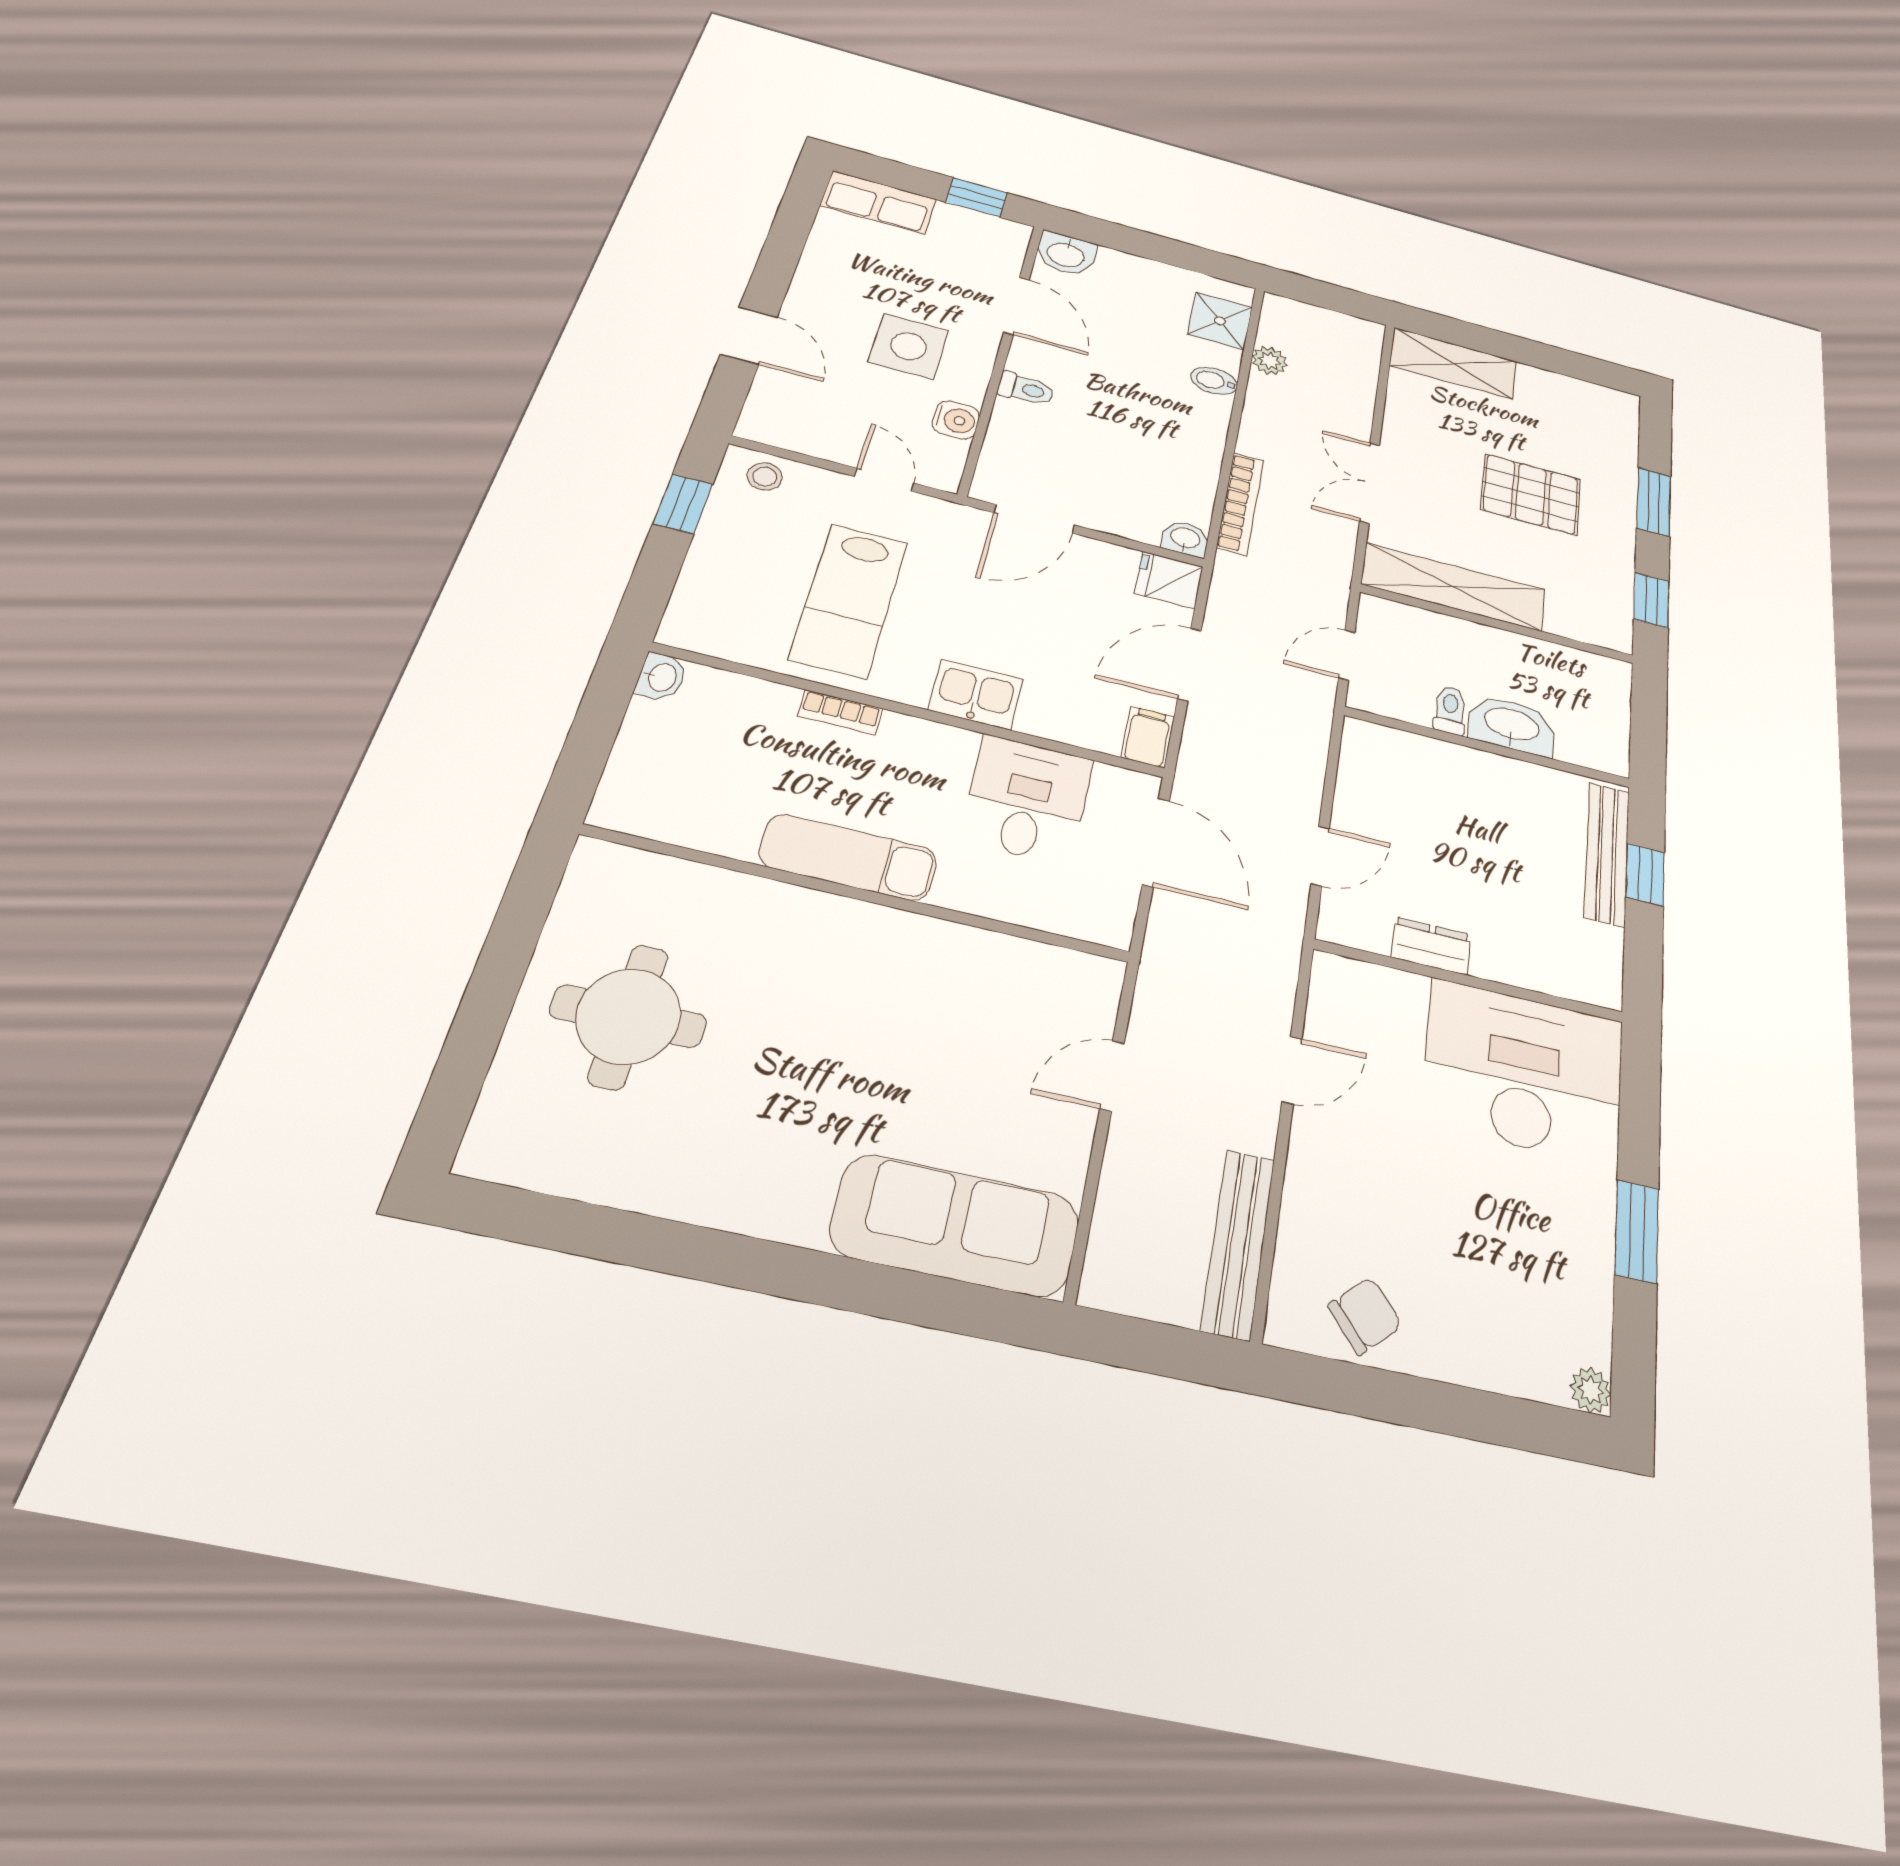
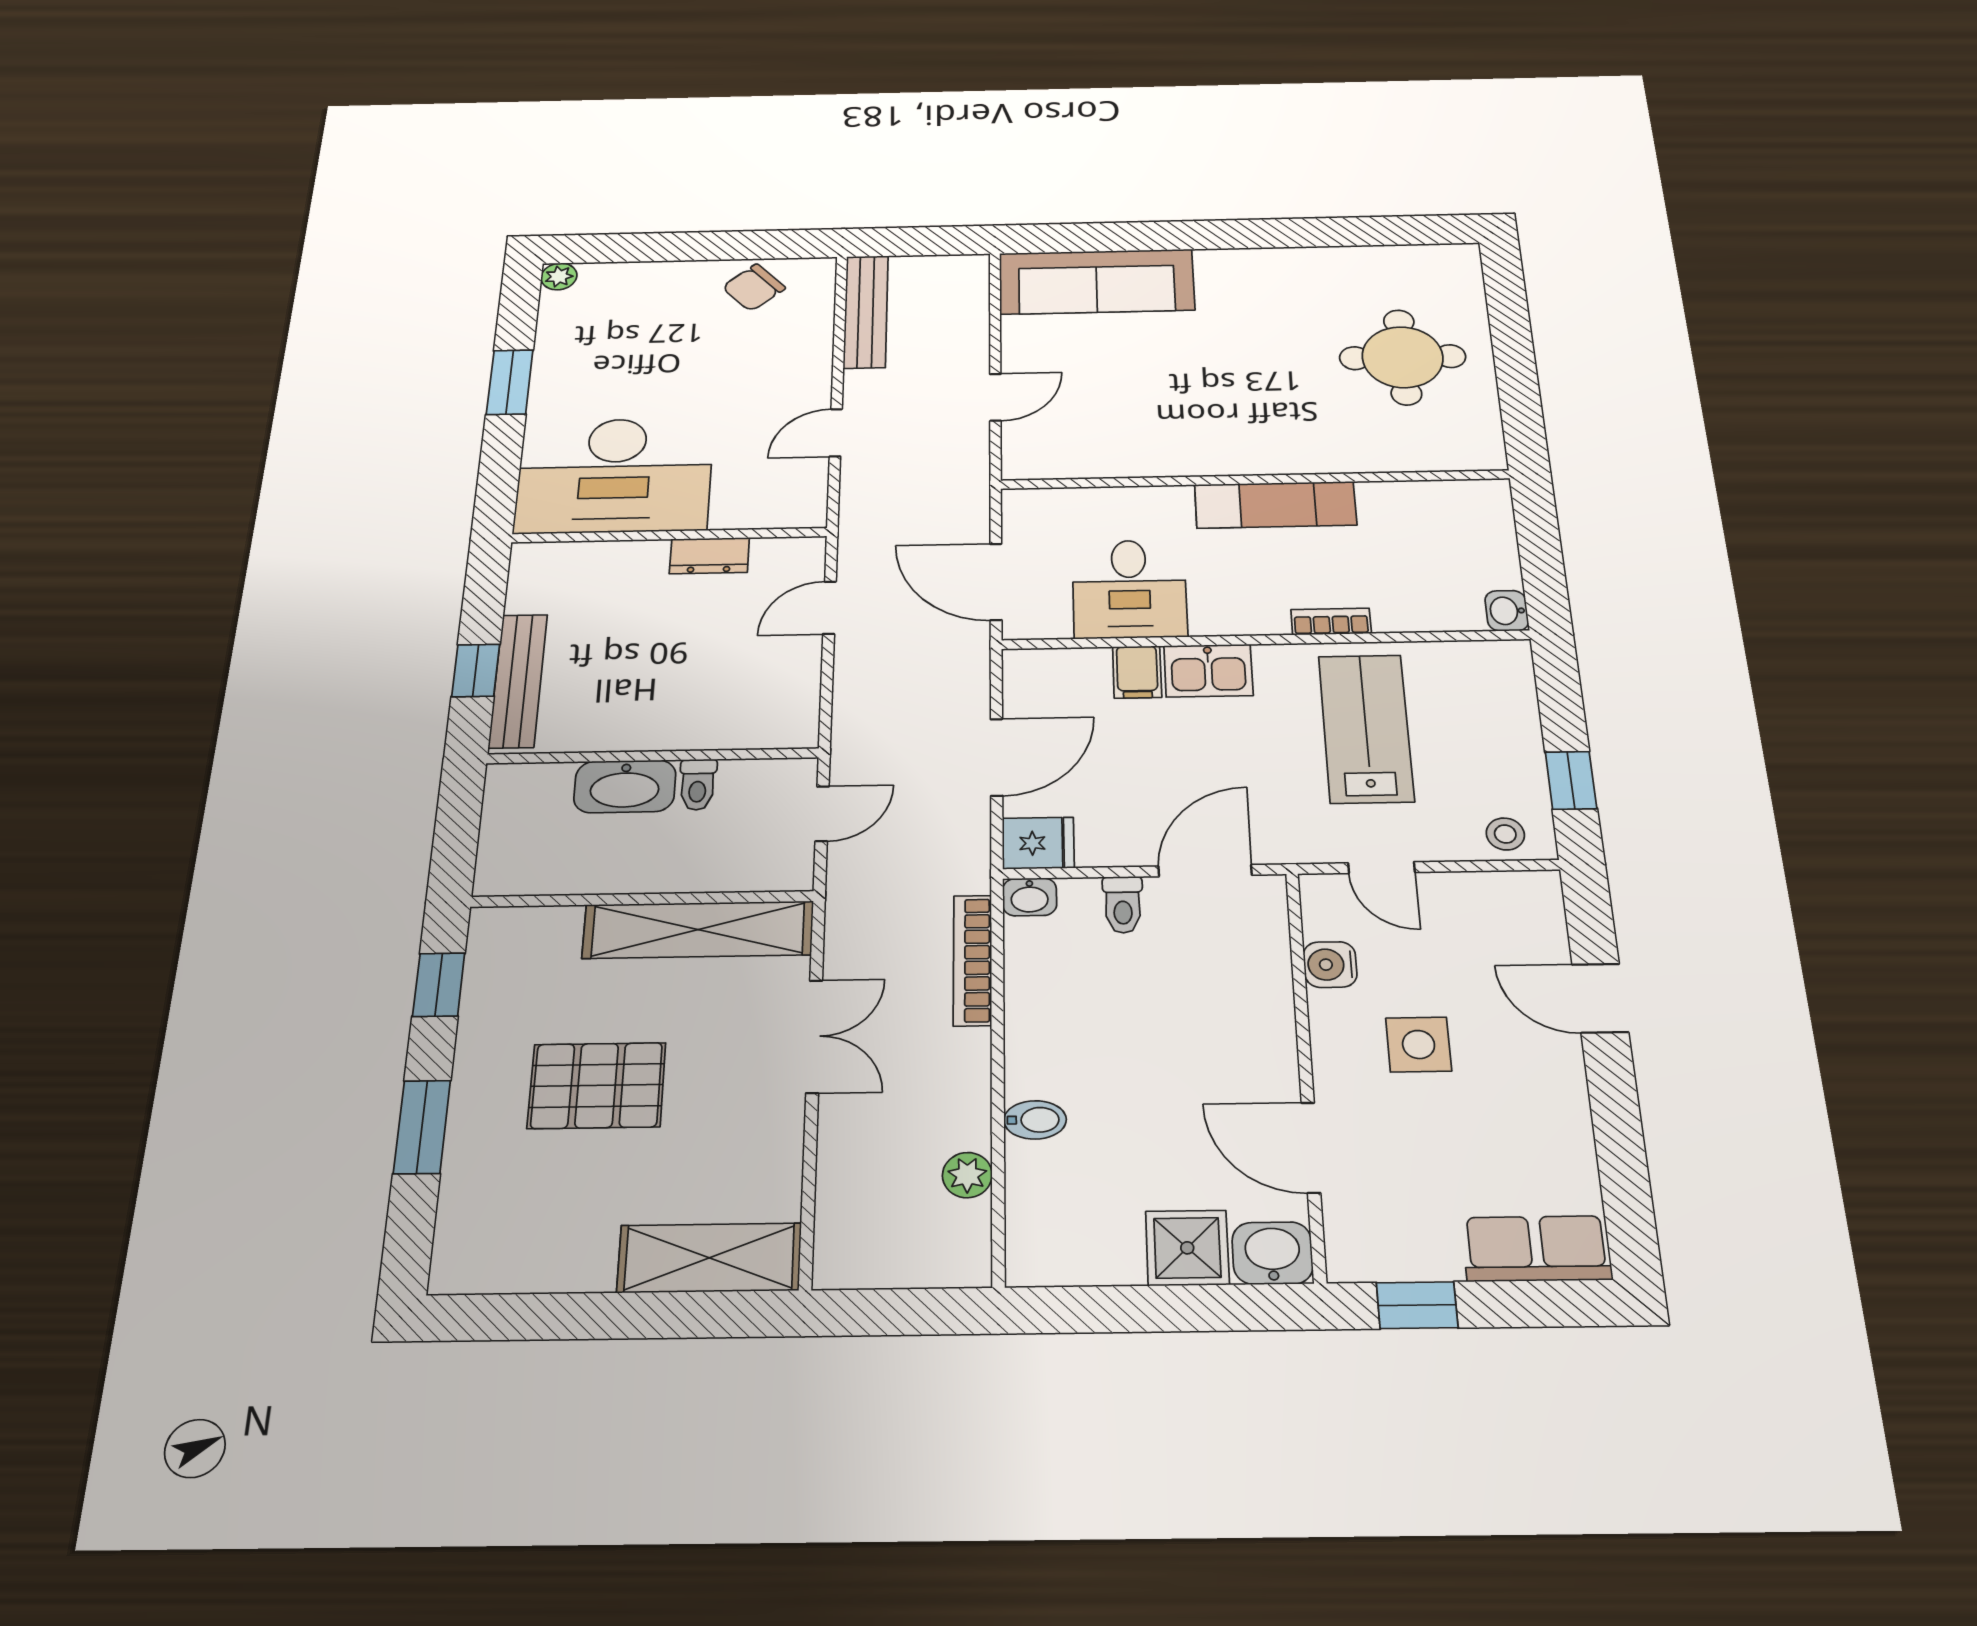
shower: (1220, 321) -> (1187, 1248), moved
side table: (908, 346) -> (1419, 1045), width x0.73, depth x0.73
toilet: (1026, 389) -> (1123, 905), moved, turned -90
filing cabinet: (1148, 737) -> (1137, 672), moved

